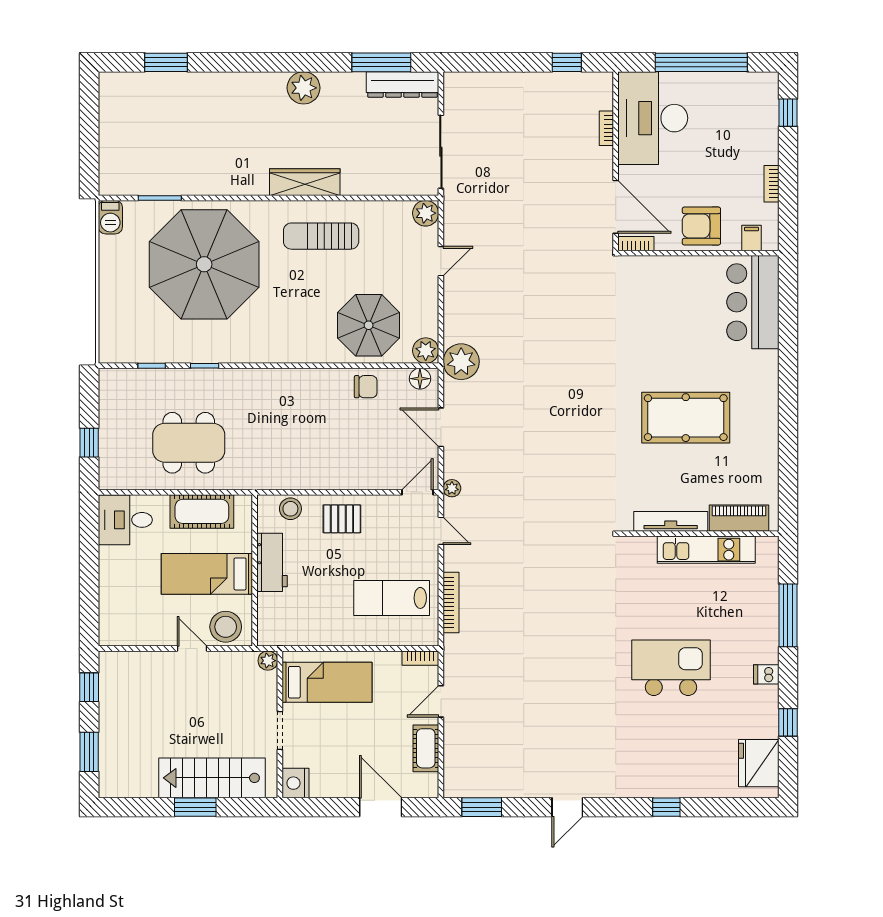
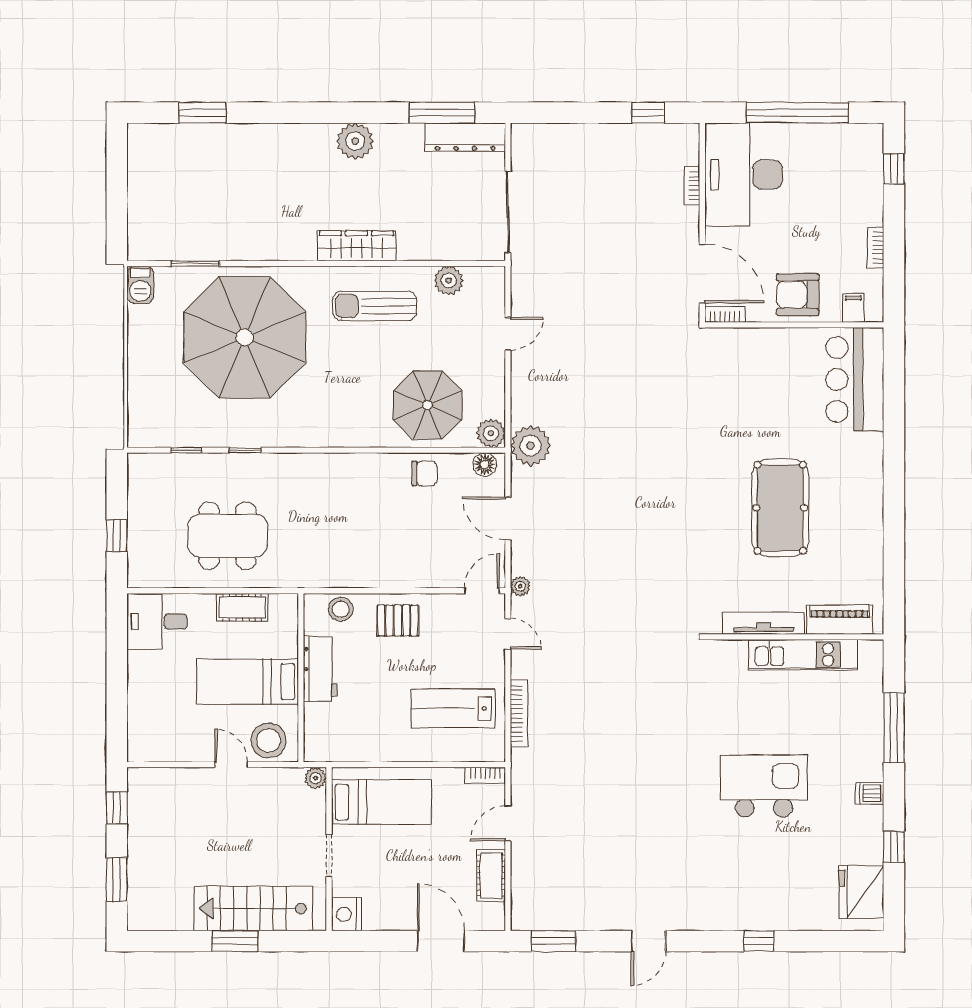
plant: (426, 213) -> (449, 281), moved
pool table: (686, 418) -> (780, 508), turned 90
cot: (202, 511) -> (242, 607), width x0.73, depth x0.75

